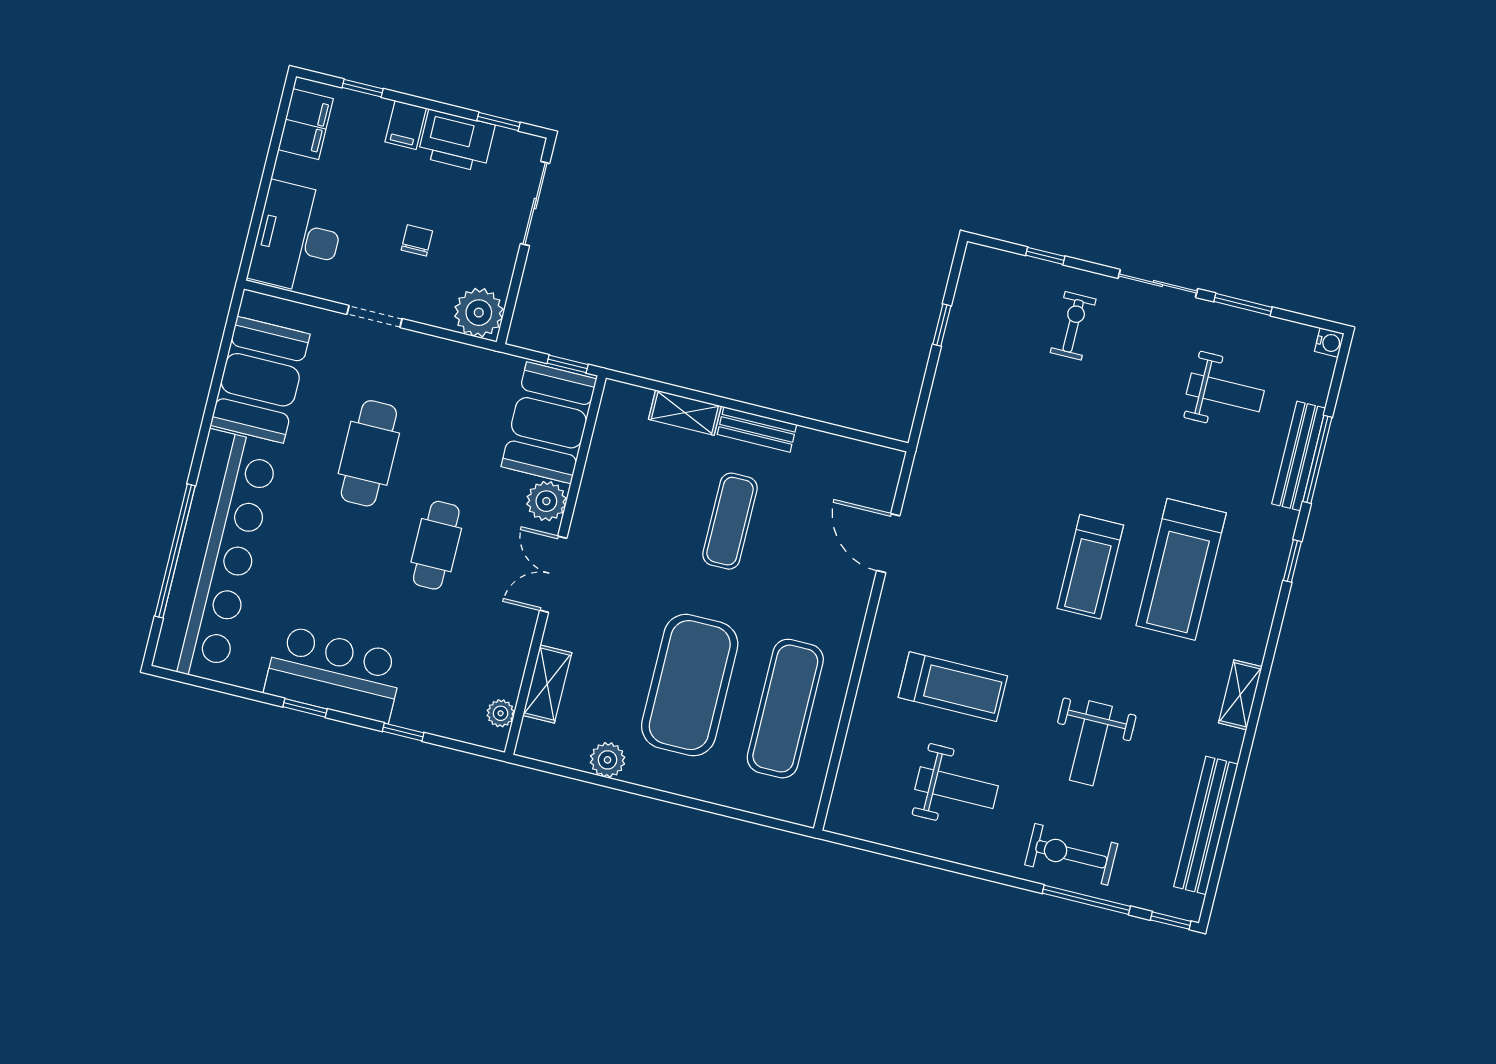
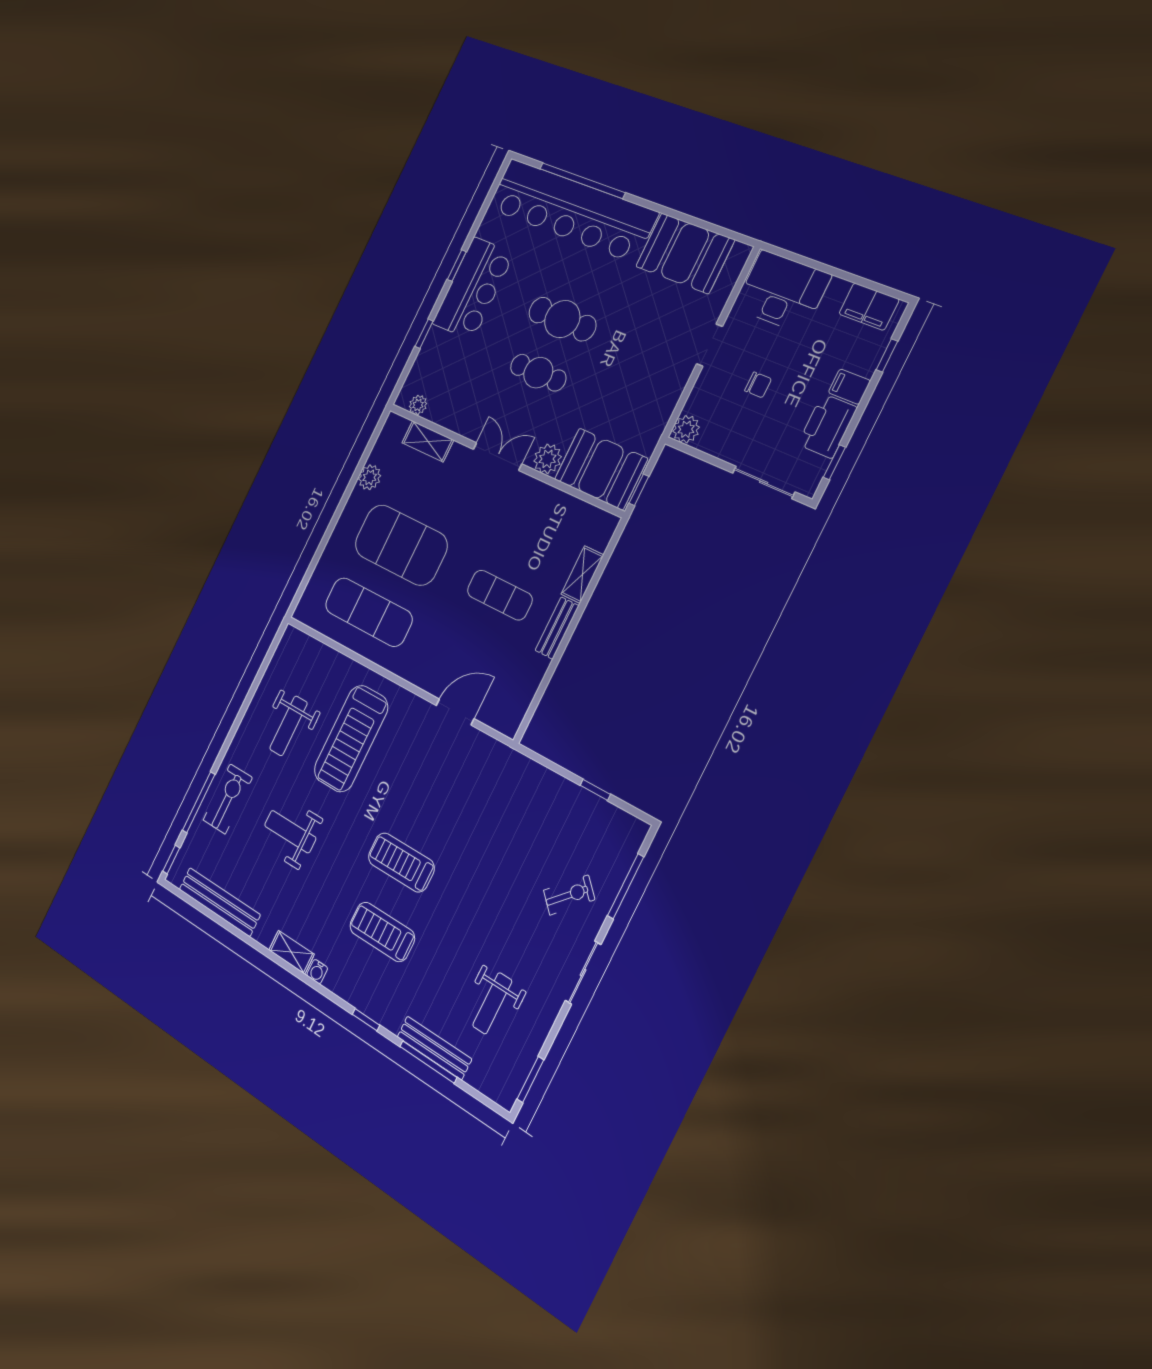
window: (1045, 256) -> (626, 886), width x2.17
window: (1243, 304) -> (530, 1079), moved
plant: (479, 313) -> (686, 429), width x0.73, depth x0.73
exercise bike: (1073, 326) -> (569, 895), turned -45
water cooler: (1329, 342) -> (317, 972), moved
cafe table: (369, 453) -> (562, 319), moved
treadmill: (1181, 569) -> (382, 932), width x0.73, depth x0.73
treadmill: (953, 687) -> (351, 739), width x1.37, depth x1.38

